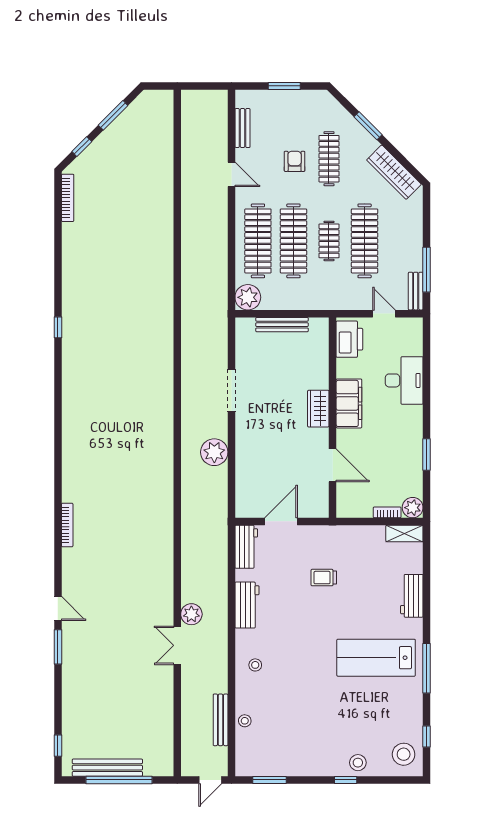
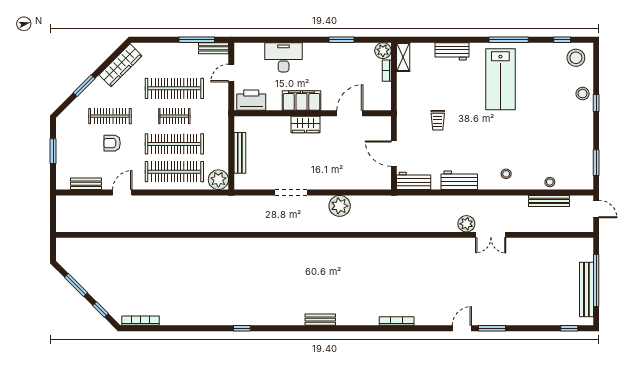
bench: (69, 427) -> (320, 320), added

